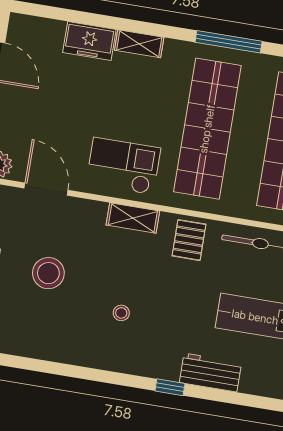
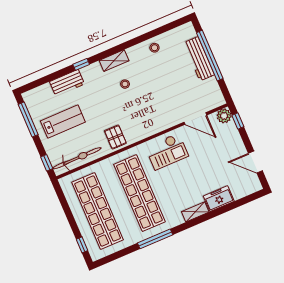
shelving: (133, 218) -> (114, 61), moved
stool: (48, 273) -> (154, 48), moved, width x0.53, depth x0.53

